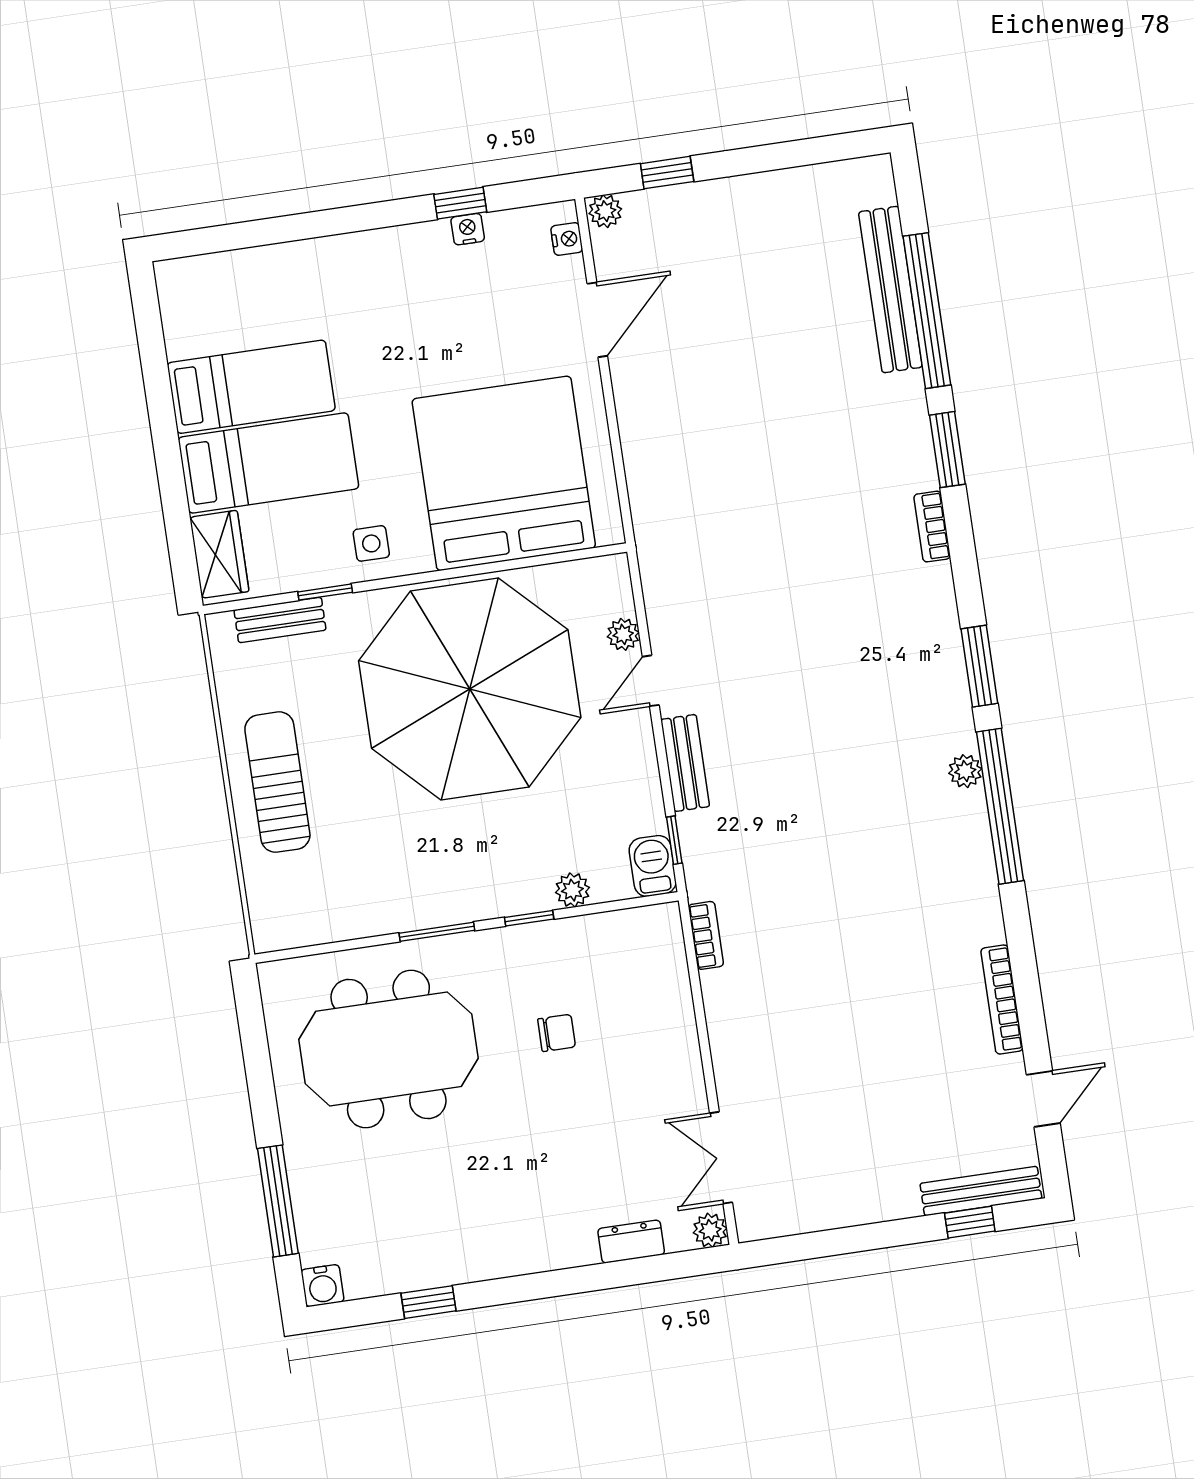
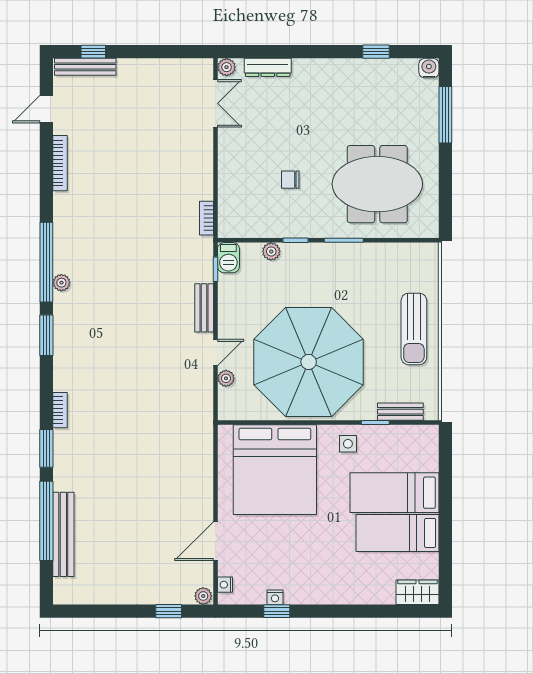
wardrobe: (219, 554) -> (417, 592), moved, turned 90
dresser: (631, 1242) -> (268, 67), width x1.44

